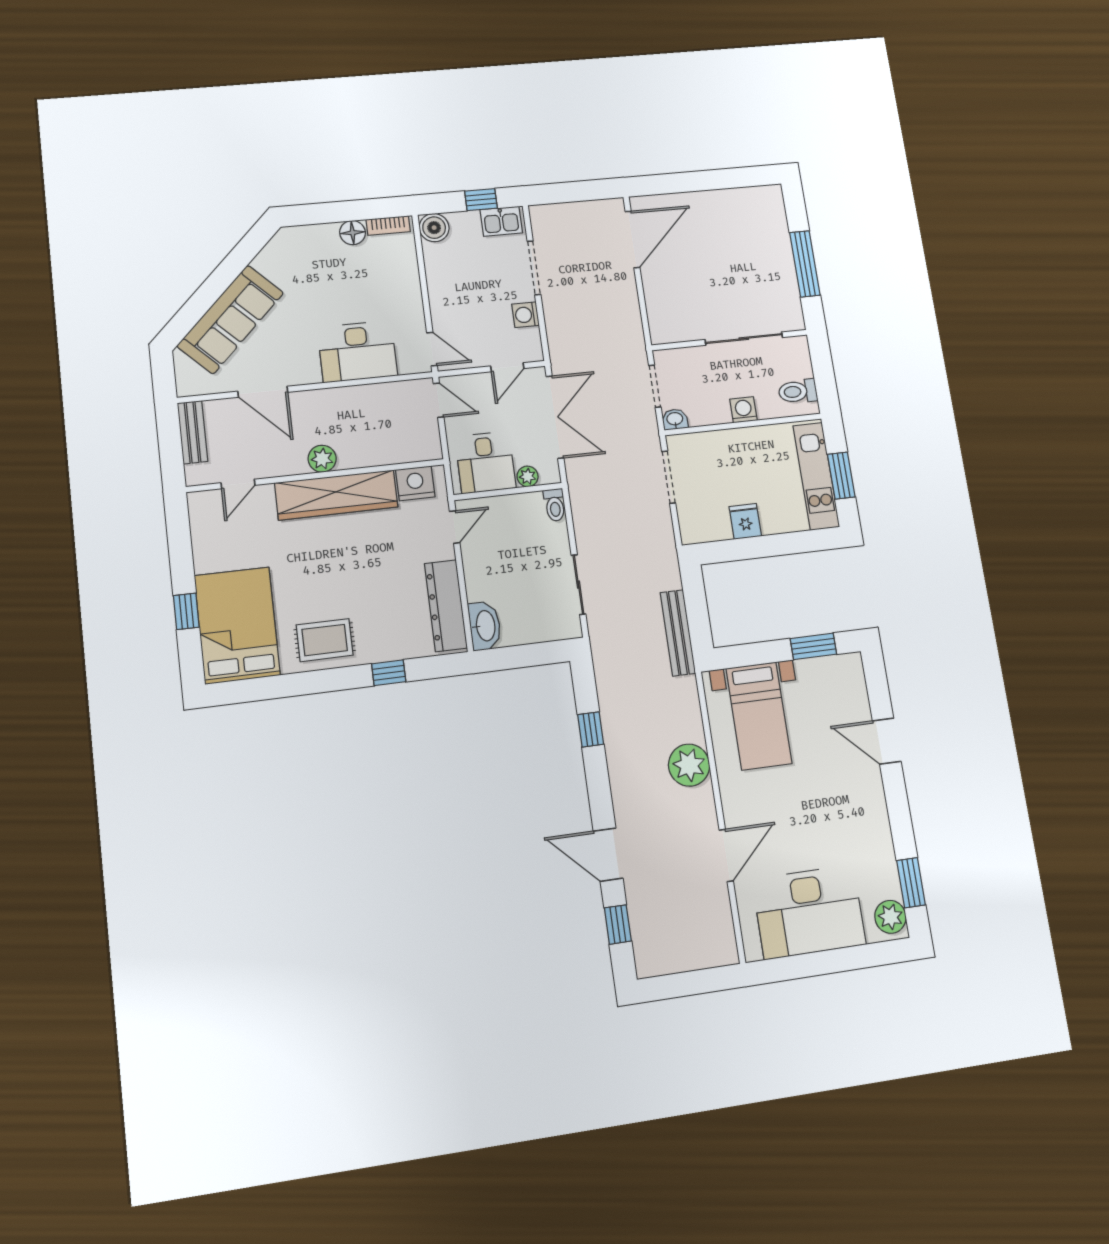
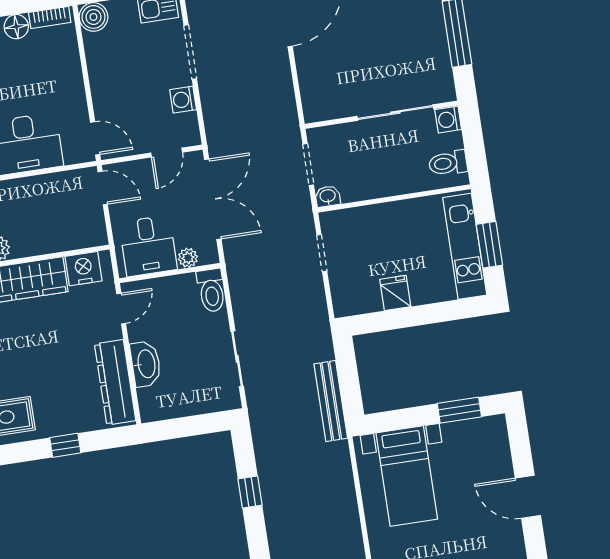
washing machine: (743, 410) -> (448, 120), moved, turned -90
doorway: (669, 477) -> (322, 253), width x0.73
toilet: (555, 505) -> (211, 290), width x1.37, depth x1.39
washbasin: (485, 626) -> (146, 364), moved
plant: (689, 765) -> (341, 523), removed

